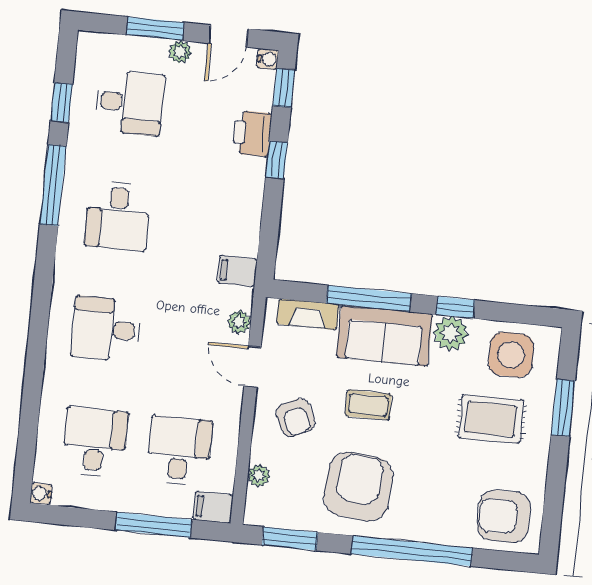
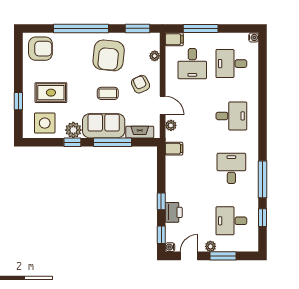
window: (563, 408) -> (18, 101), width x0.67
desk: (95, 442) -> (231, 64), turned 90

